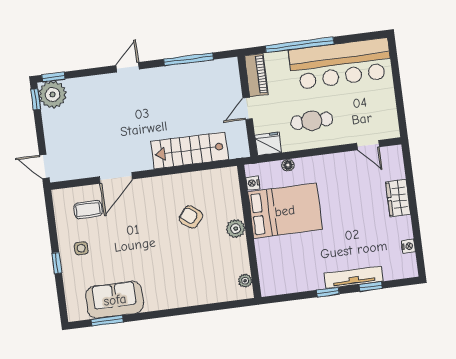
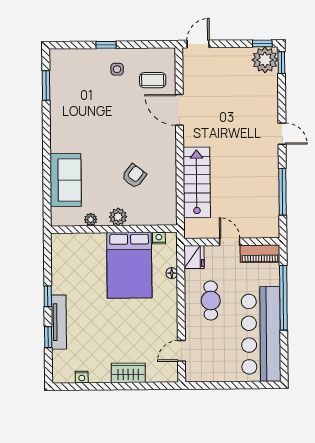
coffee table: (88, 210) -> (153, 80), turned 90
plant: (245, 281) -> (91, 219), moved
sofa: (115, 300) -> (66, 180), moved

